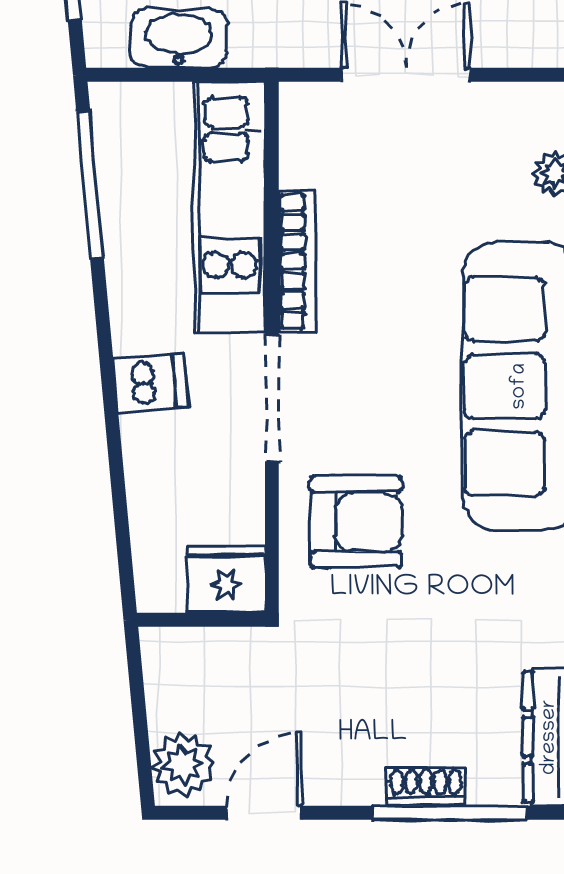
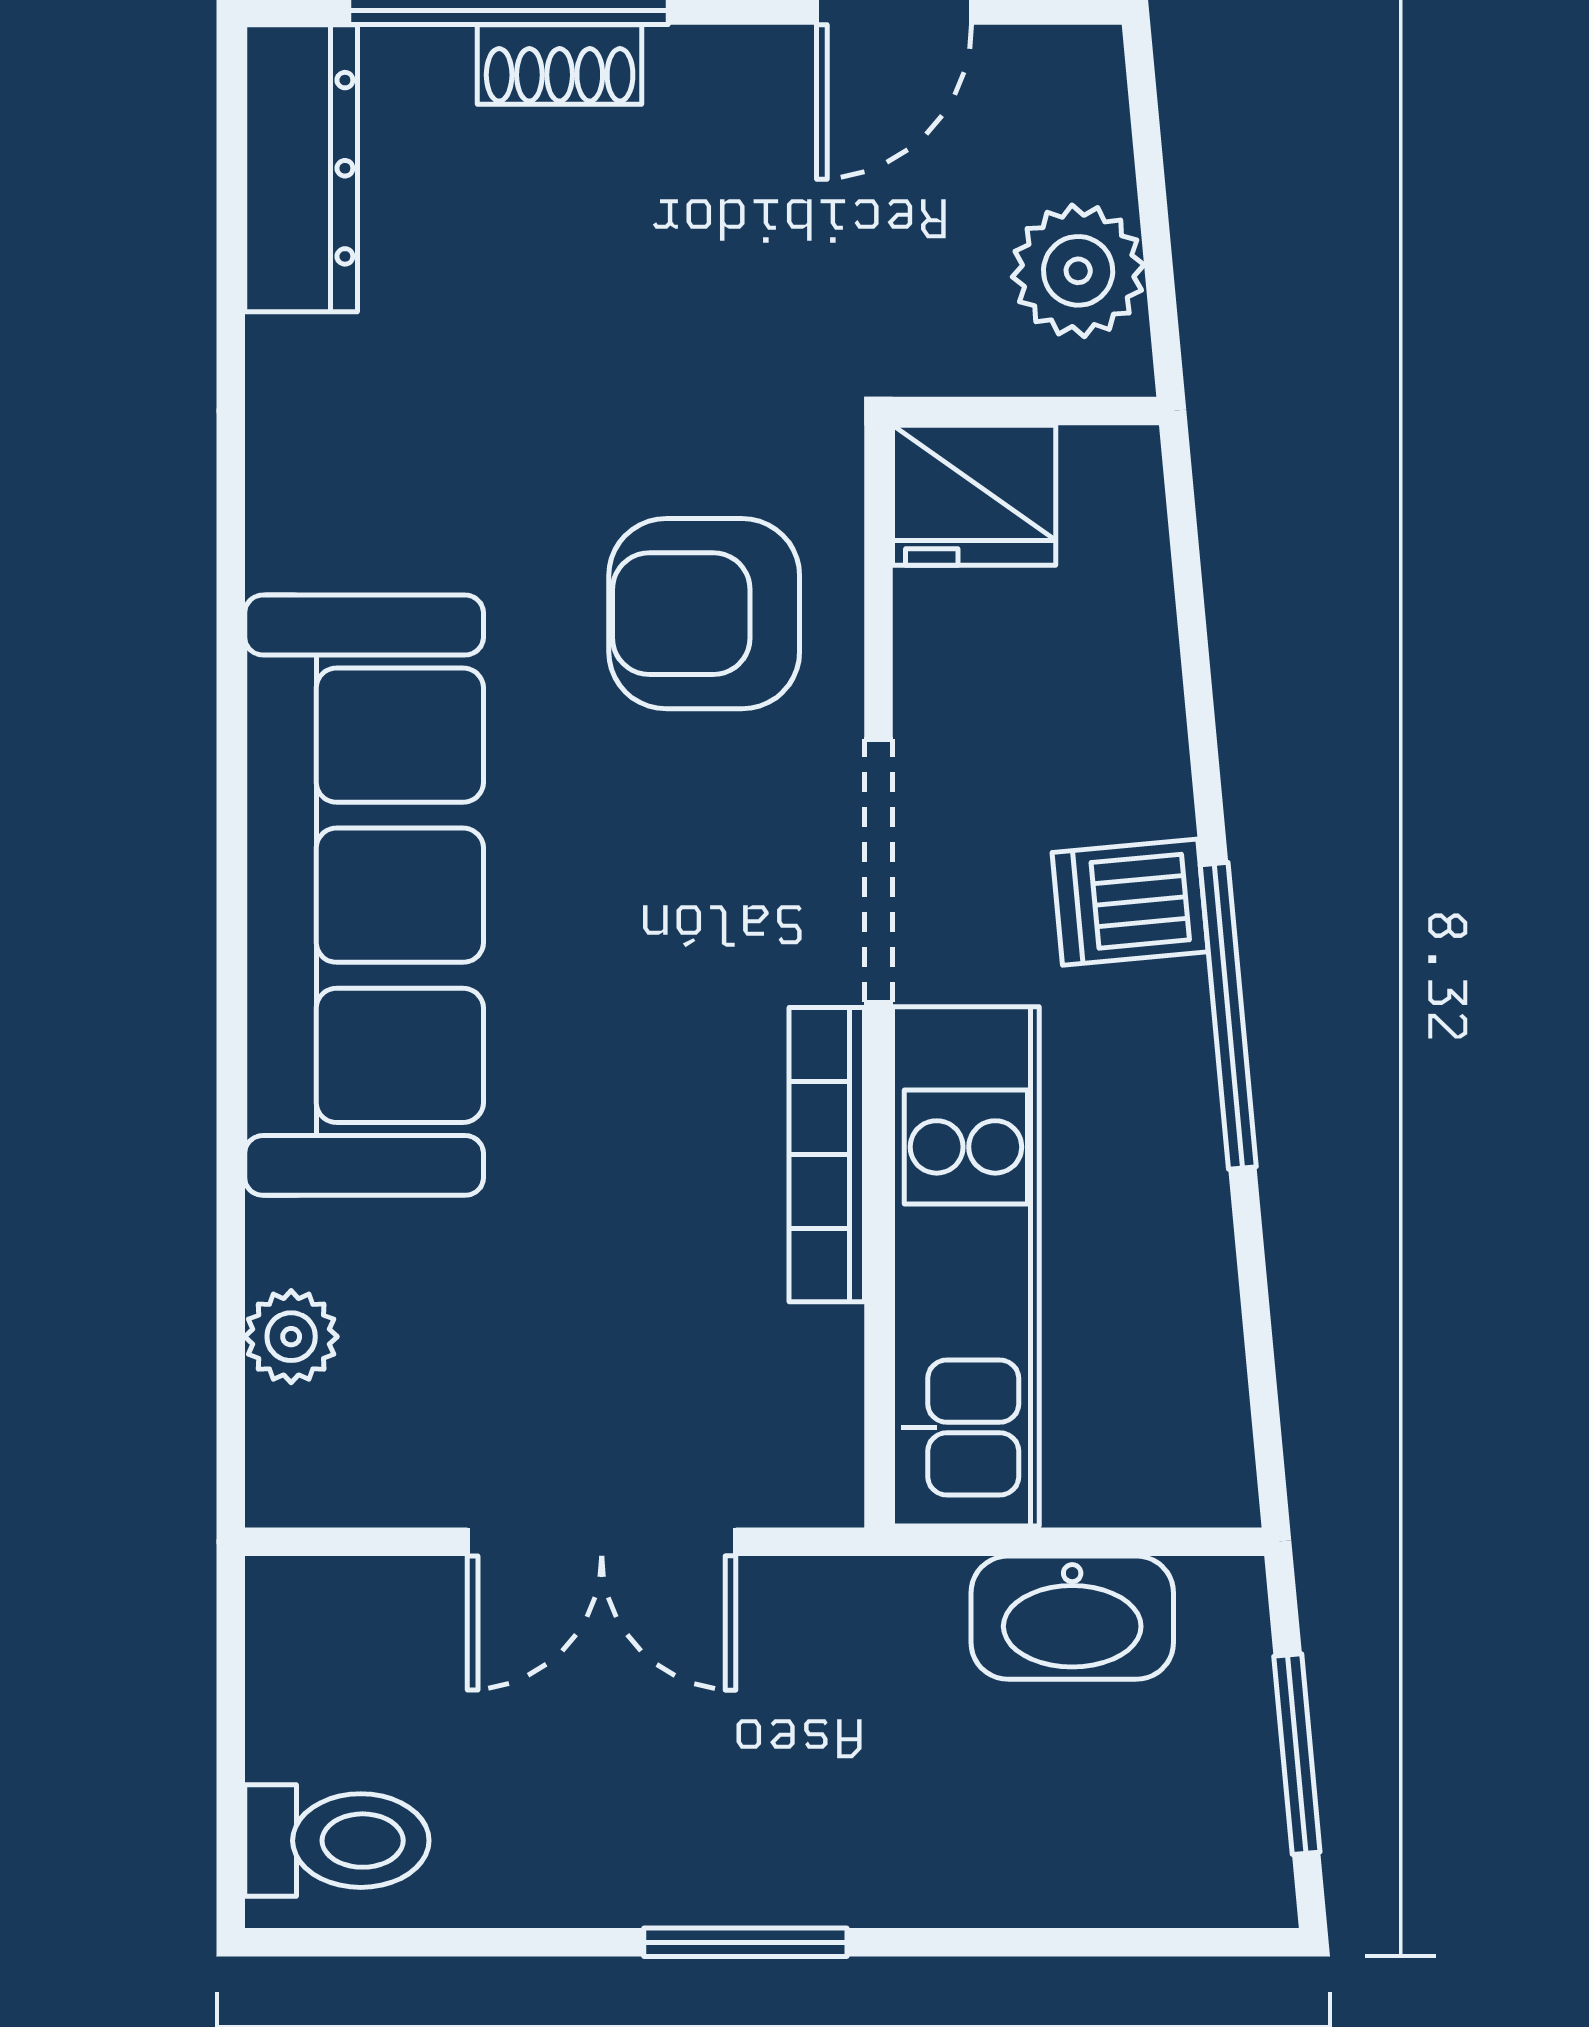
window: (90, 184) -> (1228, 1016), moved
plant: (183, 765) -> (1078, 271), moved

